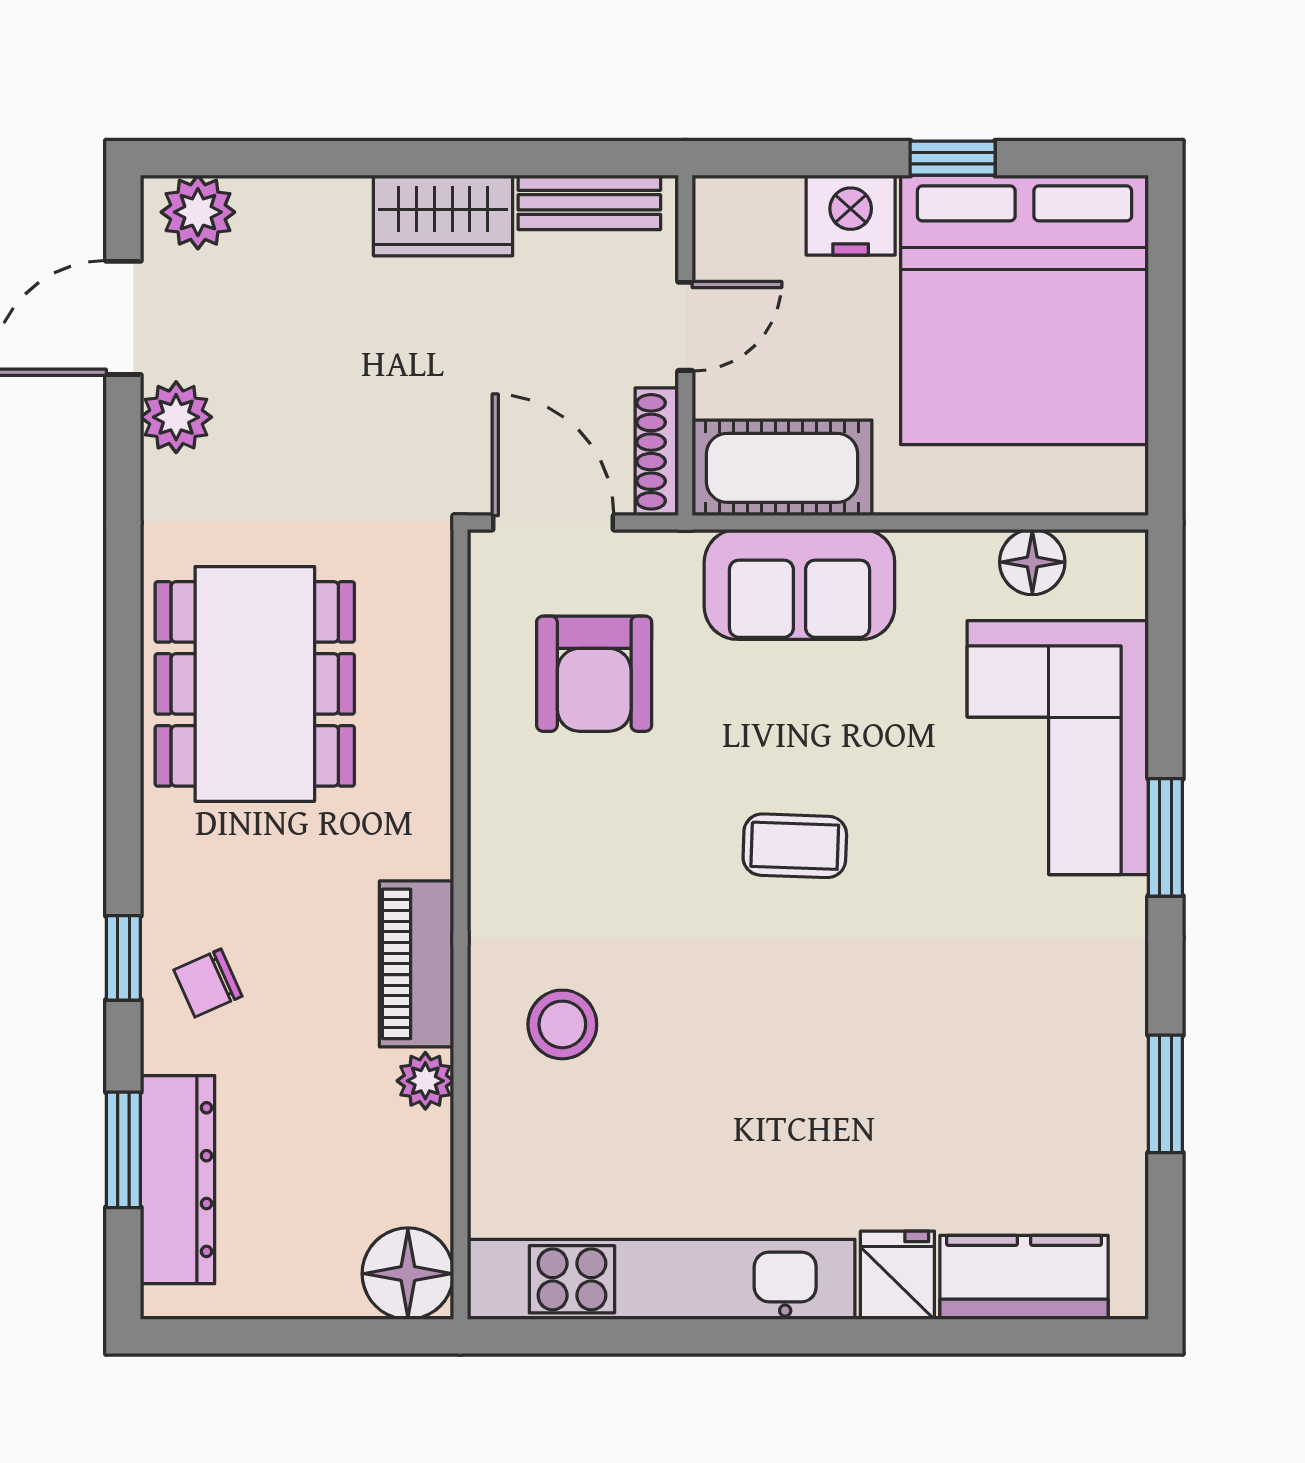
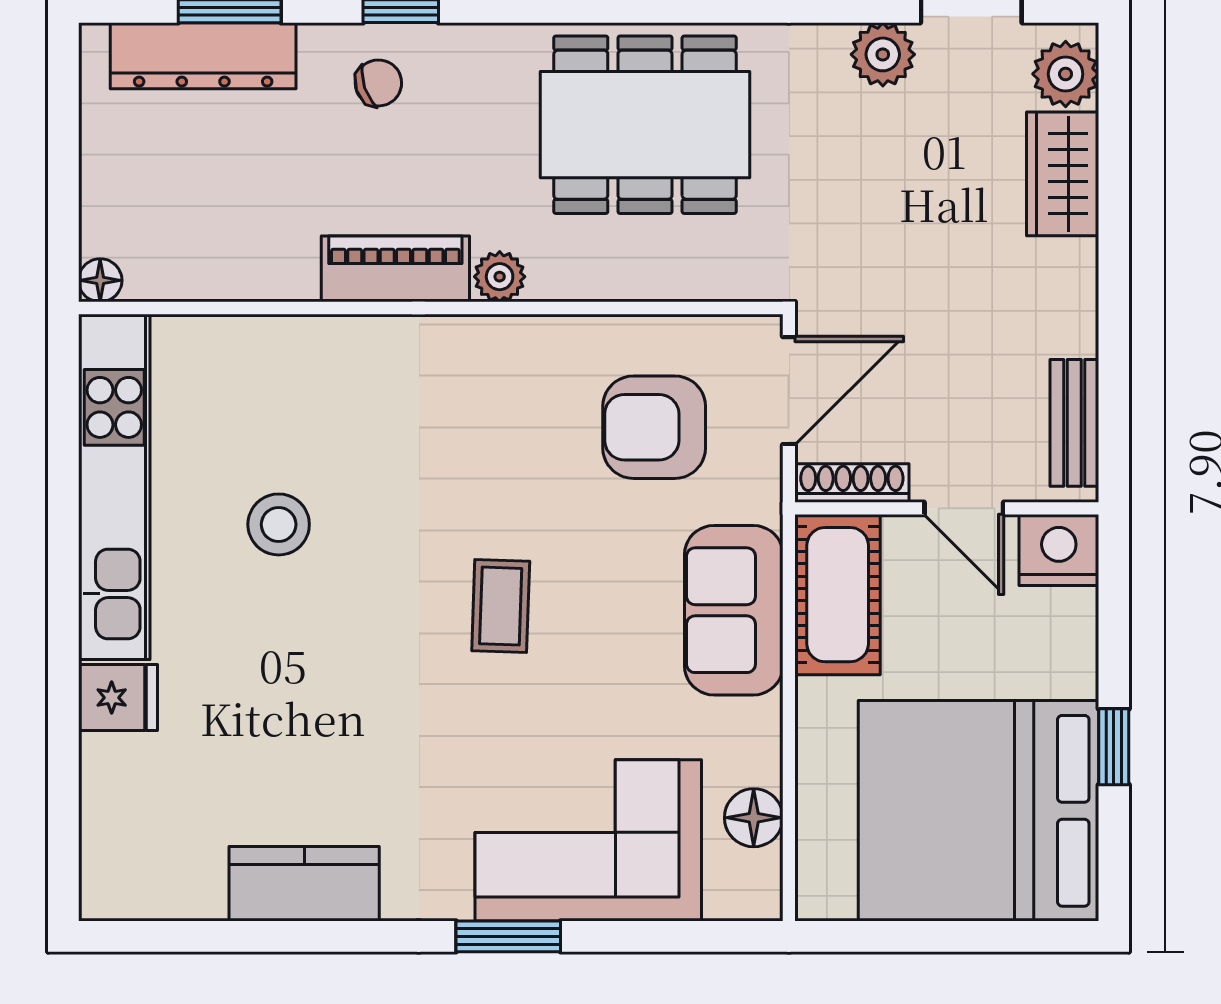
wardrobe: (443, 215) -> (1063, 174), moved
nightstand: (851, 215) -> (1059, 550), moved, turned -90
chair: (208, 983) -> (378, 83), turned 95
stool: (562, 1024) -> (279, 524), moved
plant: (425, 1081) -> (500, 277), moved
window: (1165, 1094) -> (280, 936), removed
floor lamp: (408, 1274) -> (100, 280), width x0.53, depth x0.53
kitchen counter: (1024, 1277) -> (304, 884), moved, turned -90

